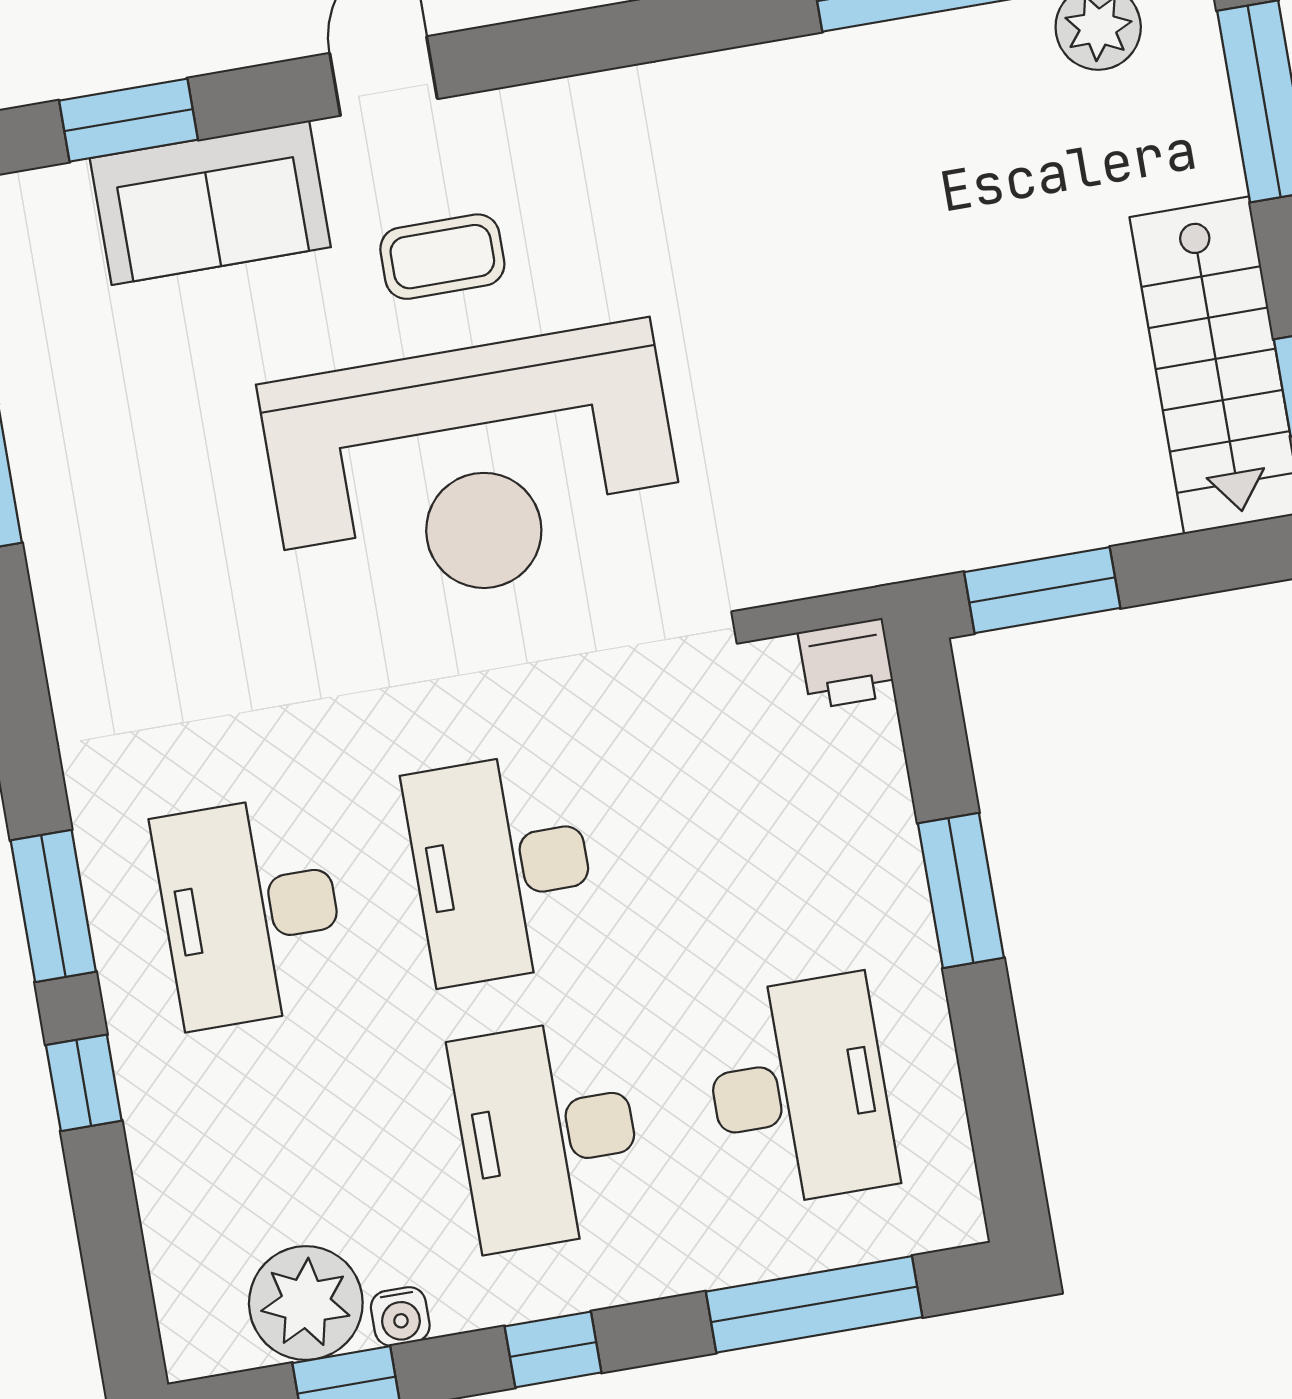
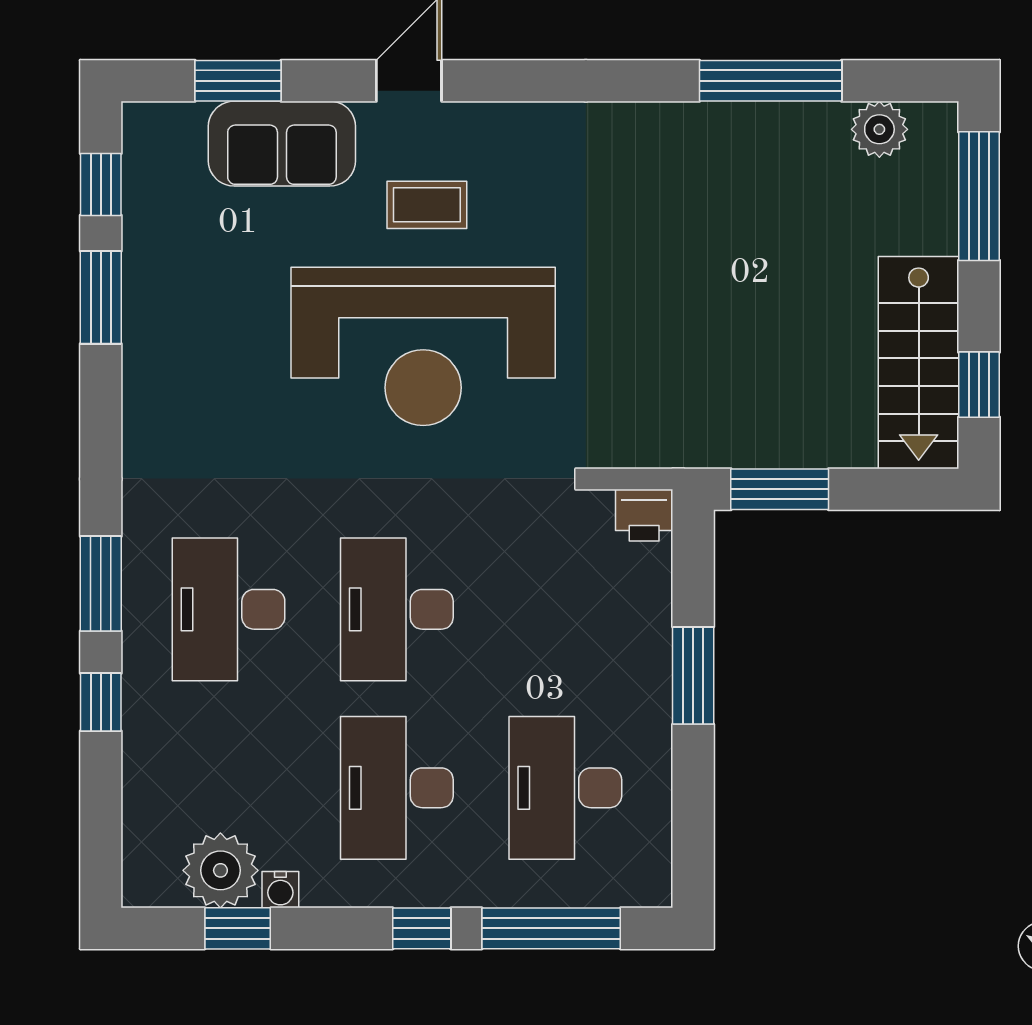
desk: (799, 1091) -> (565, 788), turned 180
window: (553, 1349) -> (422, 928), moved

